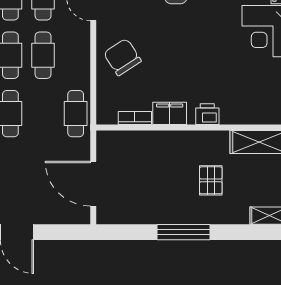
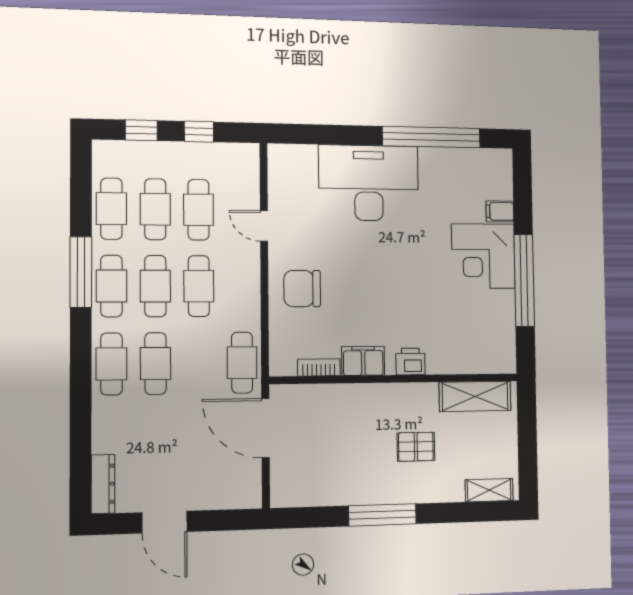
chair: (122, 57) -> (302, 289), turned -57
pallet: (211, 180) -> (416, 447), turned 90
door: (93, 184) -> (265, 428), moved

